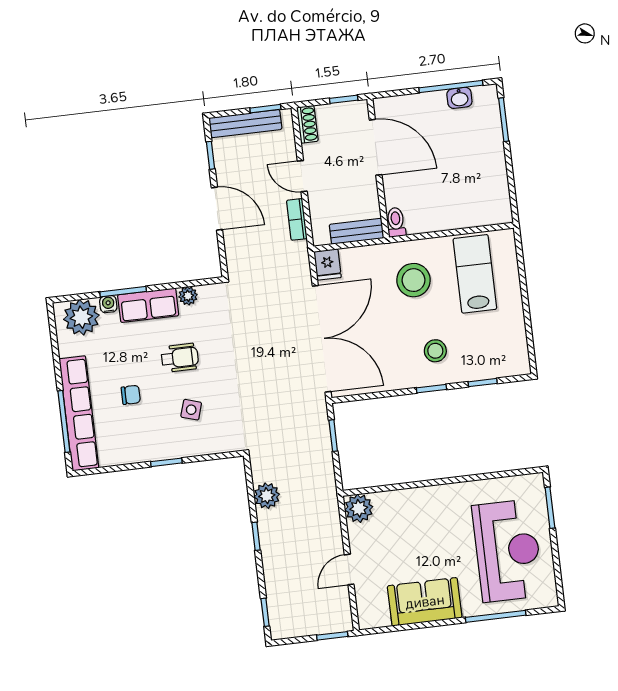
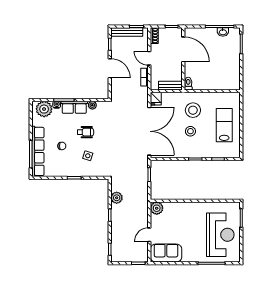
lab bench: (475, 274) -> (224, 125), moved
stool: (435, 351) -> (190, 131), moved
sofa: (425, 602) -> (166, 253), moved

